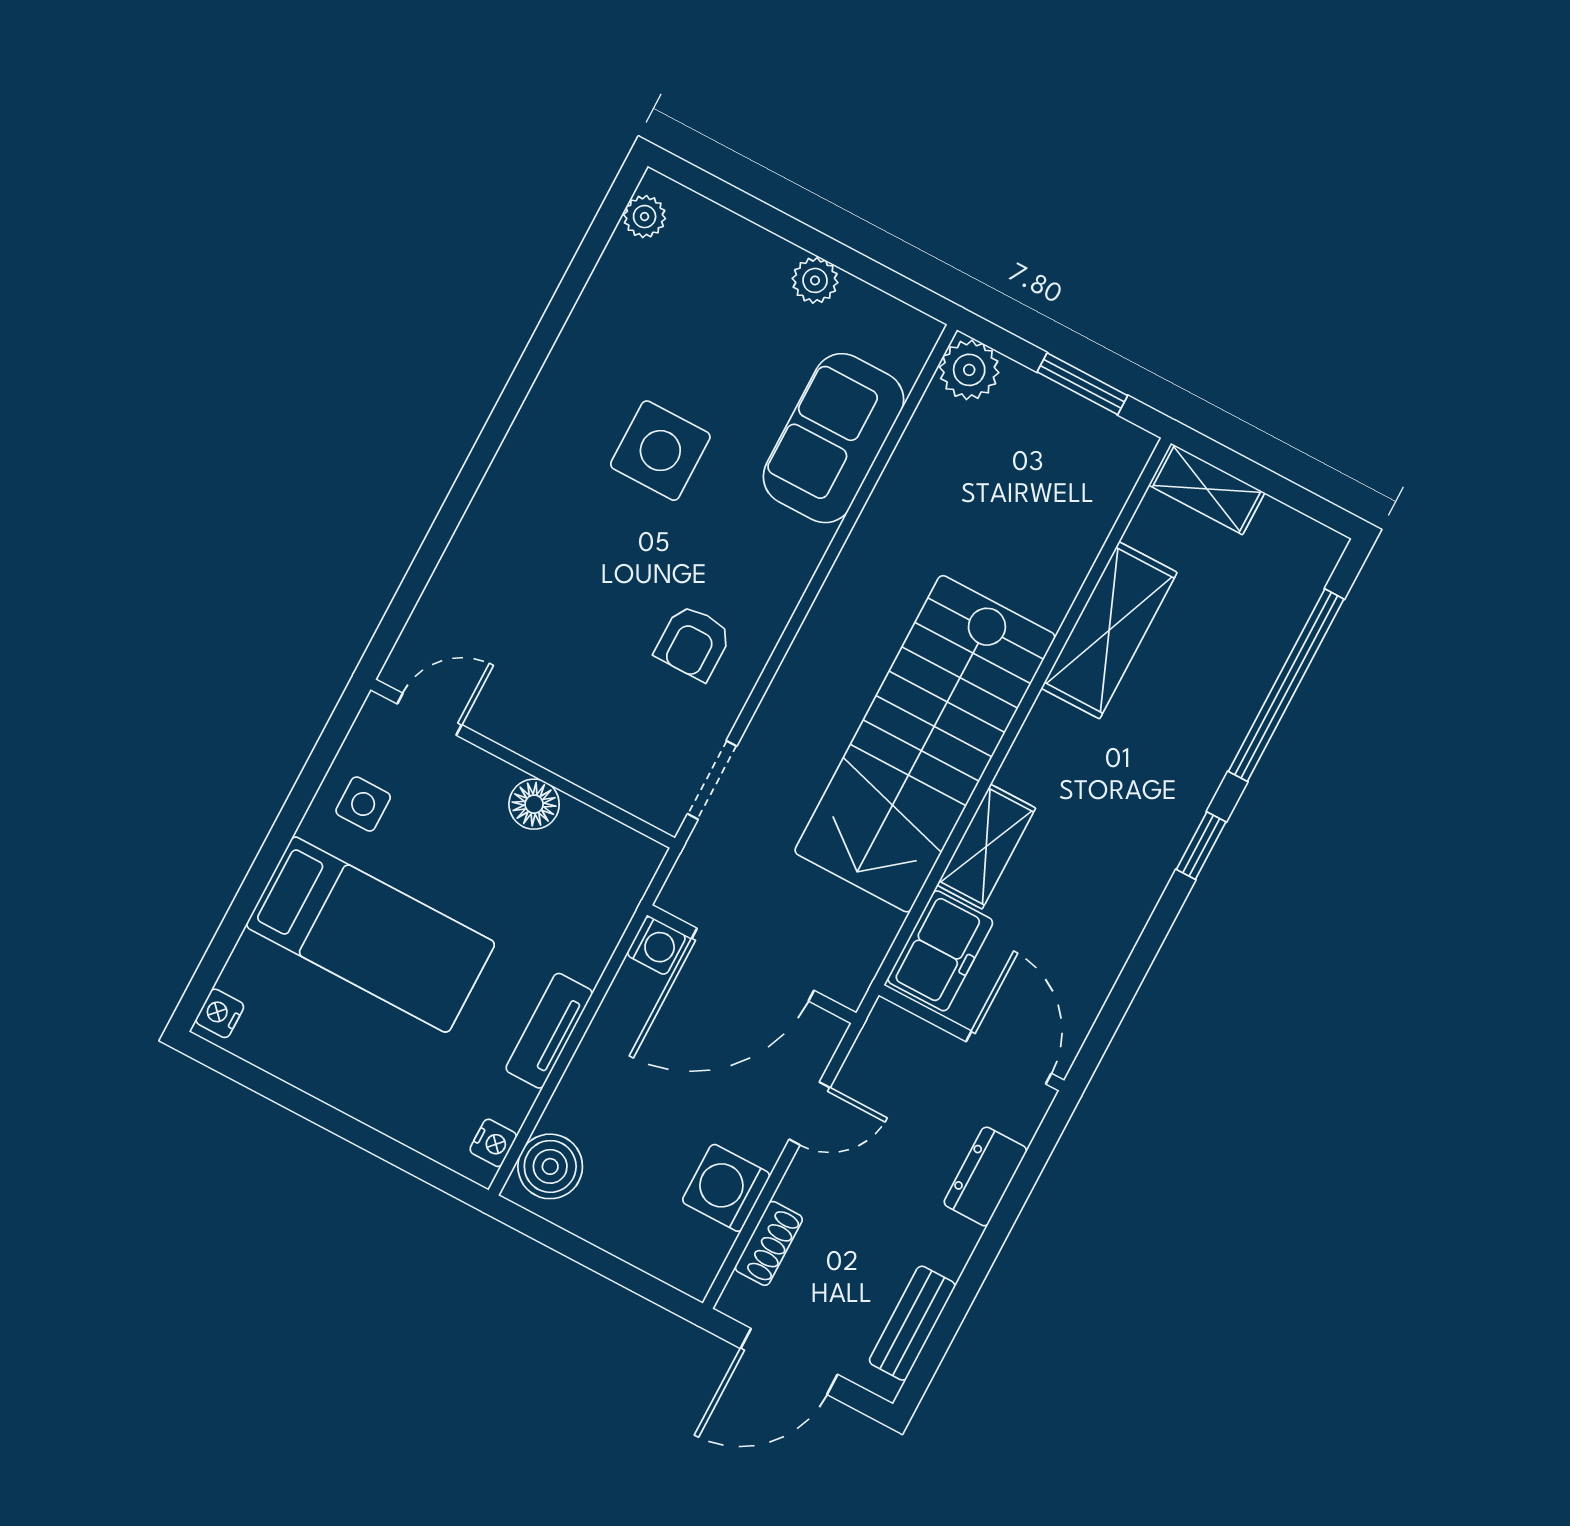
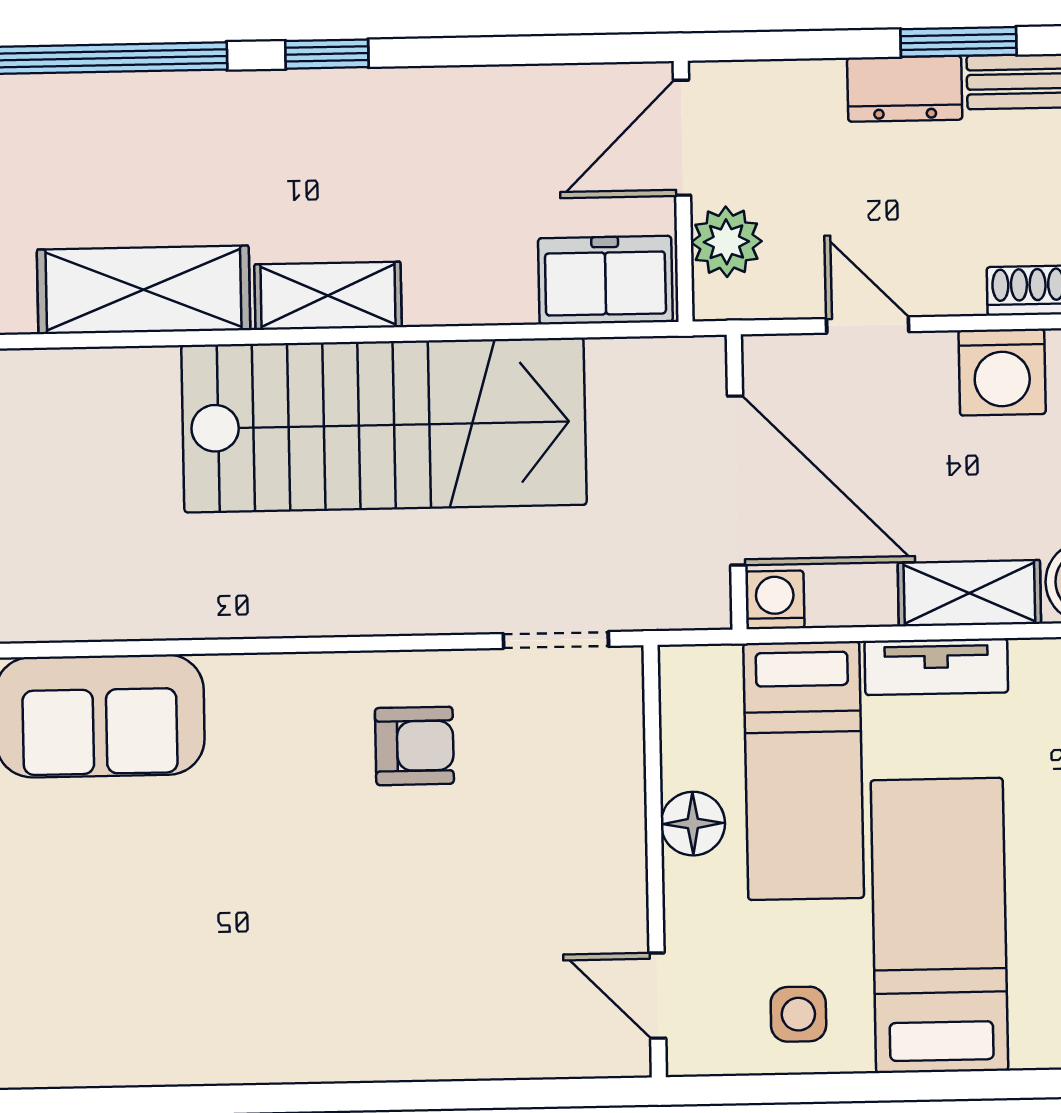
side table: (660, 451) -> (221, 901), removed
shelving: (986, 847) -> (328, 296), moved
bed: (528, 900) -> (804, 771), added
plant: (920, 1048) -> (726, 242), added
shelving: (587, 1081) -> (969, 593), added
dresser: (985, 1176) -> (905, 89), moved
window: (969, 1284) -> (959, 42), added

